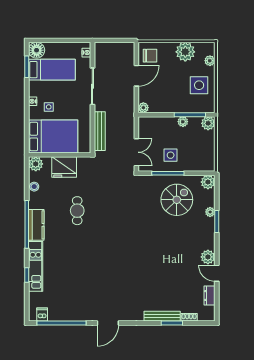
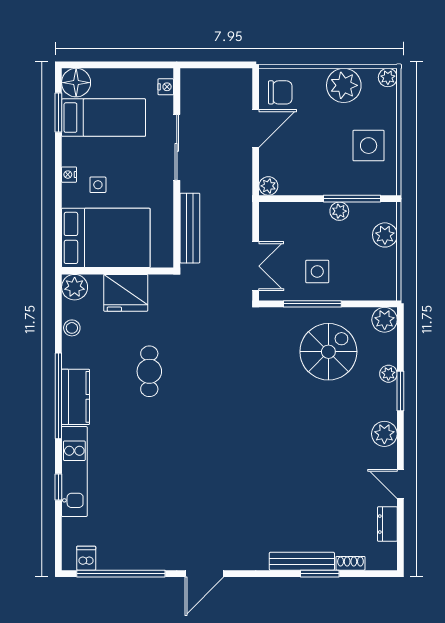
plant: (210, 61) -> (388, 77), moved
plant: (208, 123) -> (385, 235), moved
plant: (208, 257) -> (384, 434), moved

